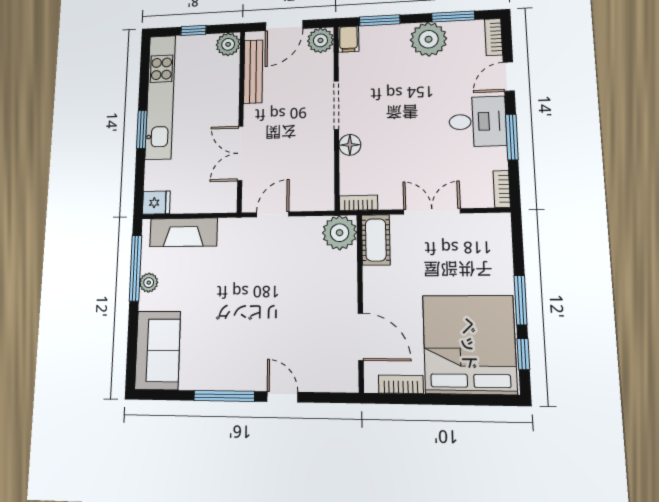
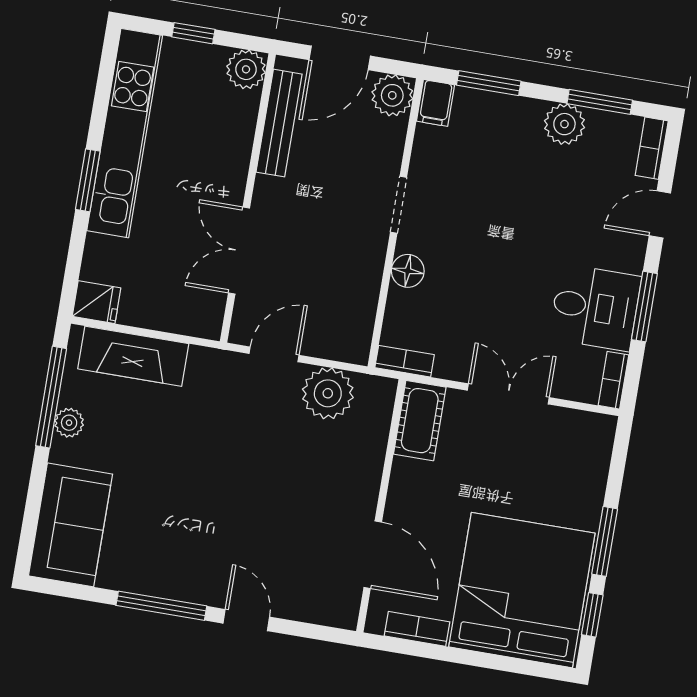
plant: (429, 39) -> (564, 124), width x0.73, depth x0.73
doorway: (336, 105) -> (399, 205), width x0.73
desk: (478, 121) -> (595, 308), moved
plant: (340, 233) -> (328, 393), moved

